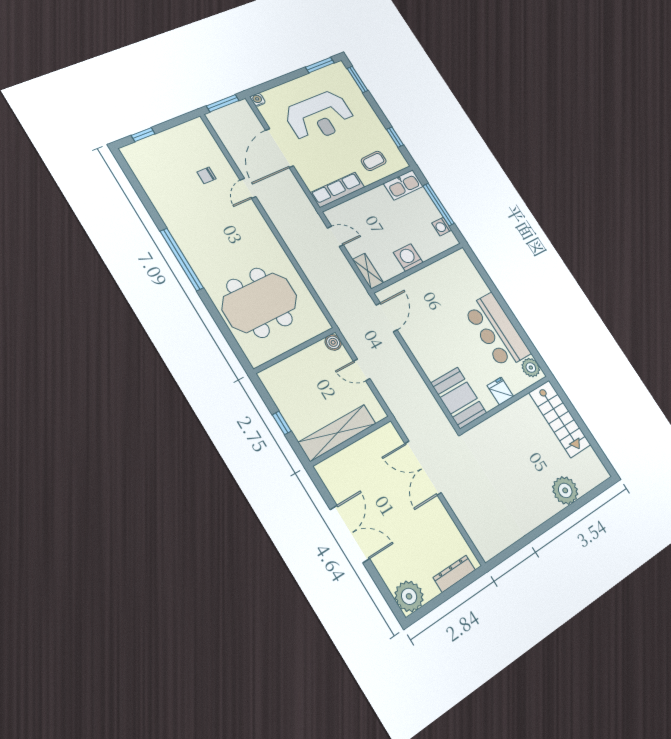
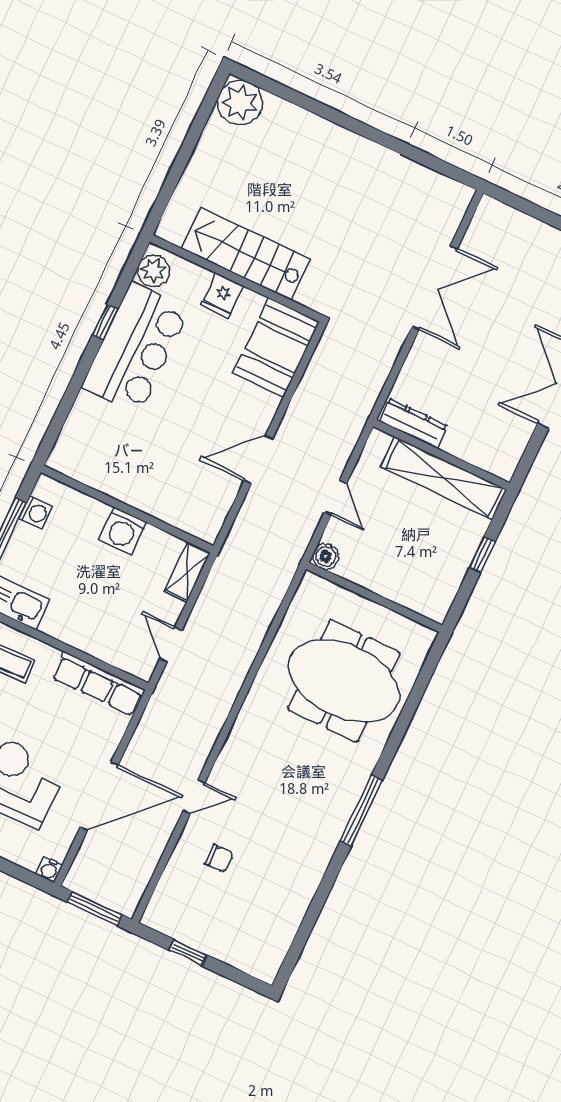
window: (143, 135) -> (188, 953), moved
window: (182, 259) -> (361, 811), width x0.68
door: (387, 317) -> (258, 460), moved
window: (518, 327) -> (105, 322), added
stairs: (560, 419) -> (246, 254), moved, turned -90
double door: (423, 468) -> (435, 288), moved
plant: (565, 490) -> (240, 102), moved
dresser: (454, 574) -> (413, 423), moved, turned 180

